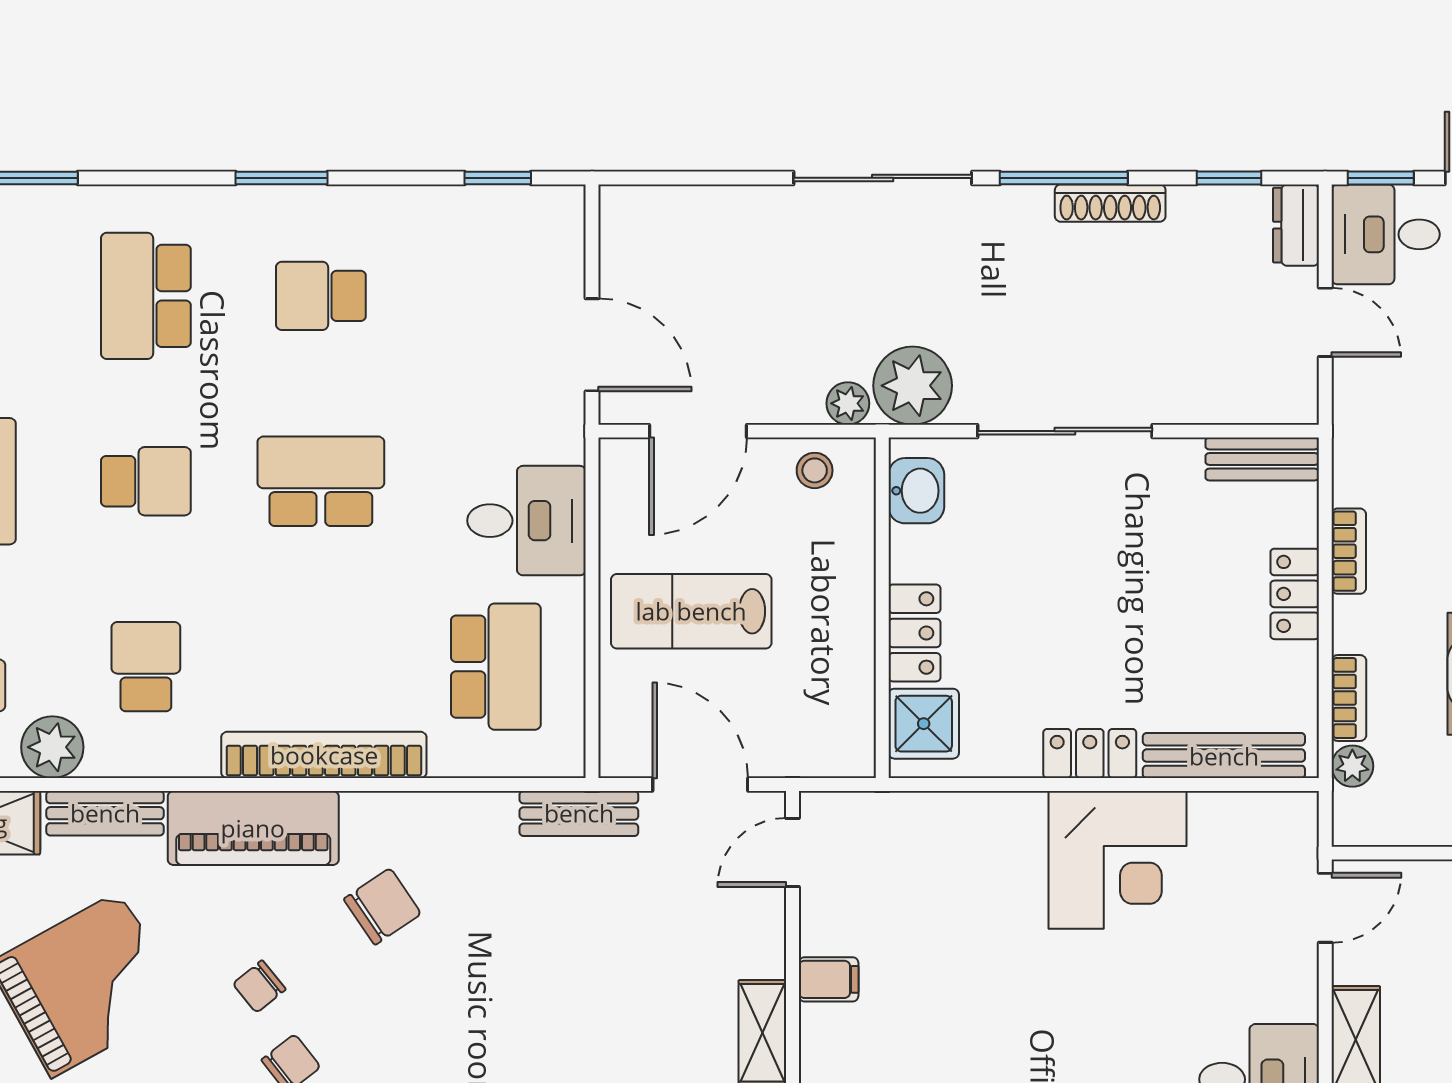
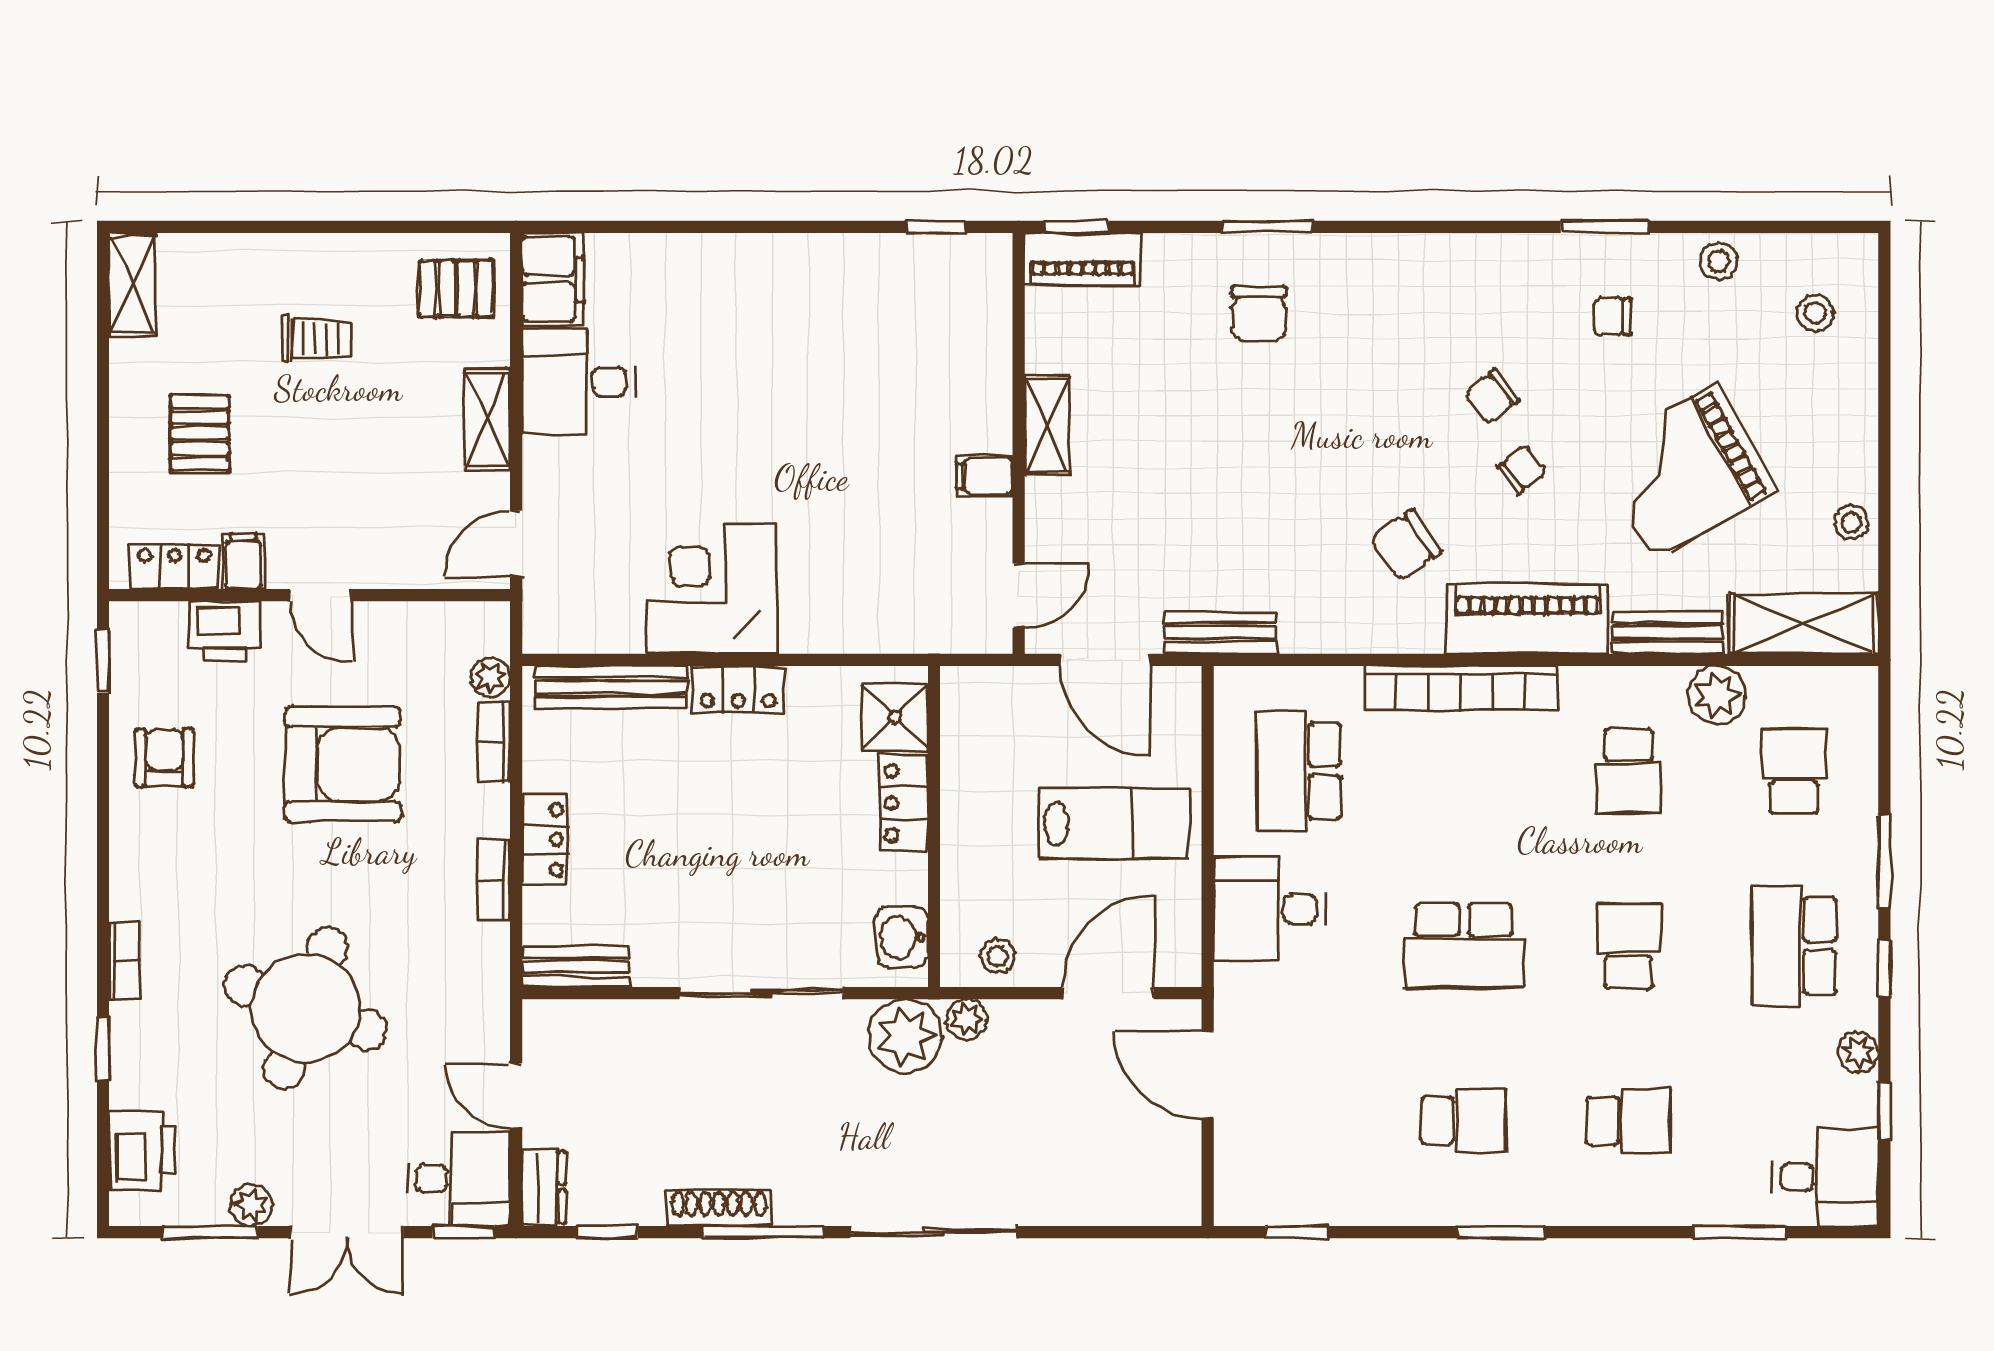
school desk: (146, 296) -> (1629, 1121), width x0.54
school desk: (146, 481) -> (1629, 946), turned 90

